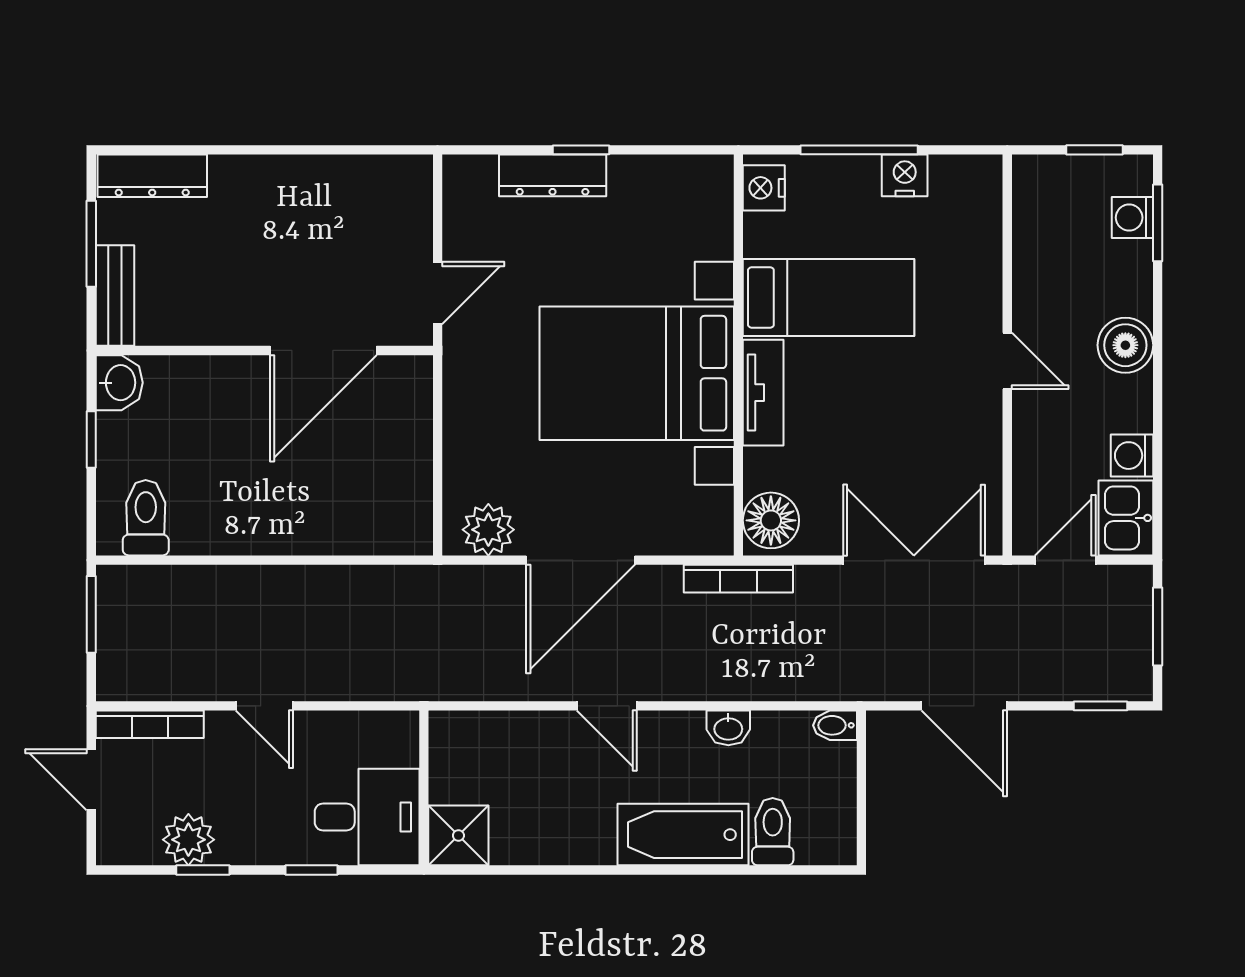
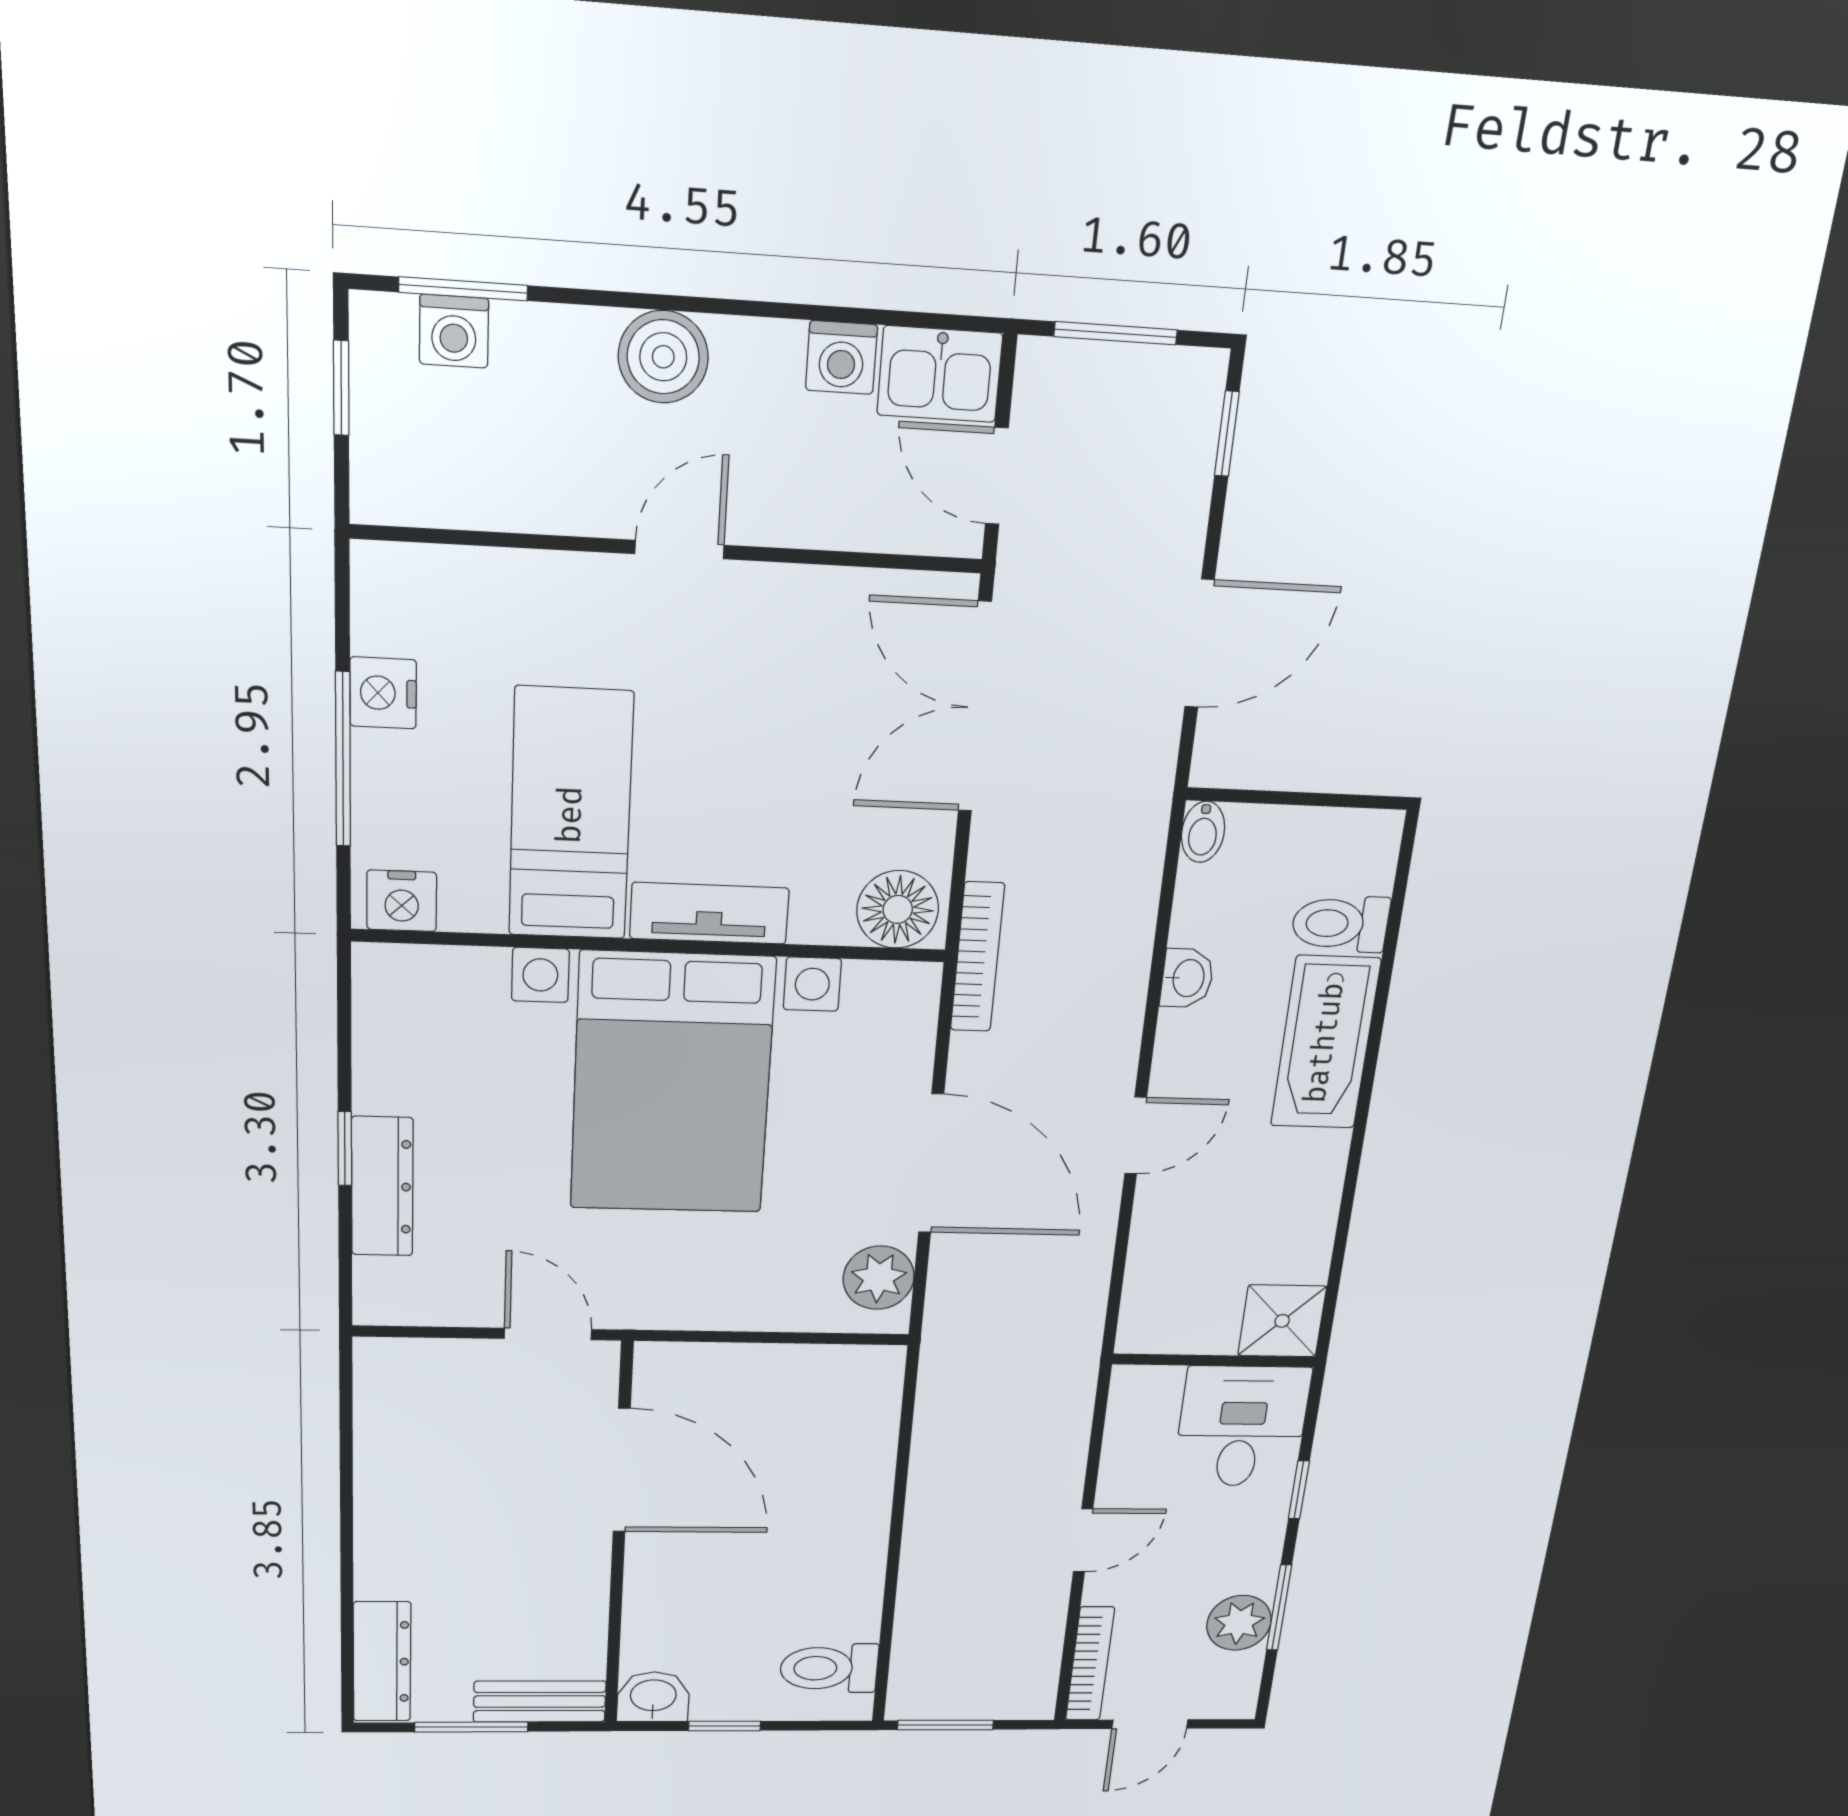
window: (203, 870) -> (1279, 1608), width x1.50

